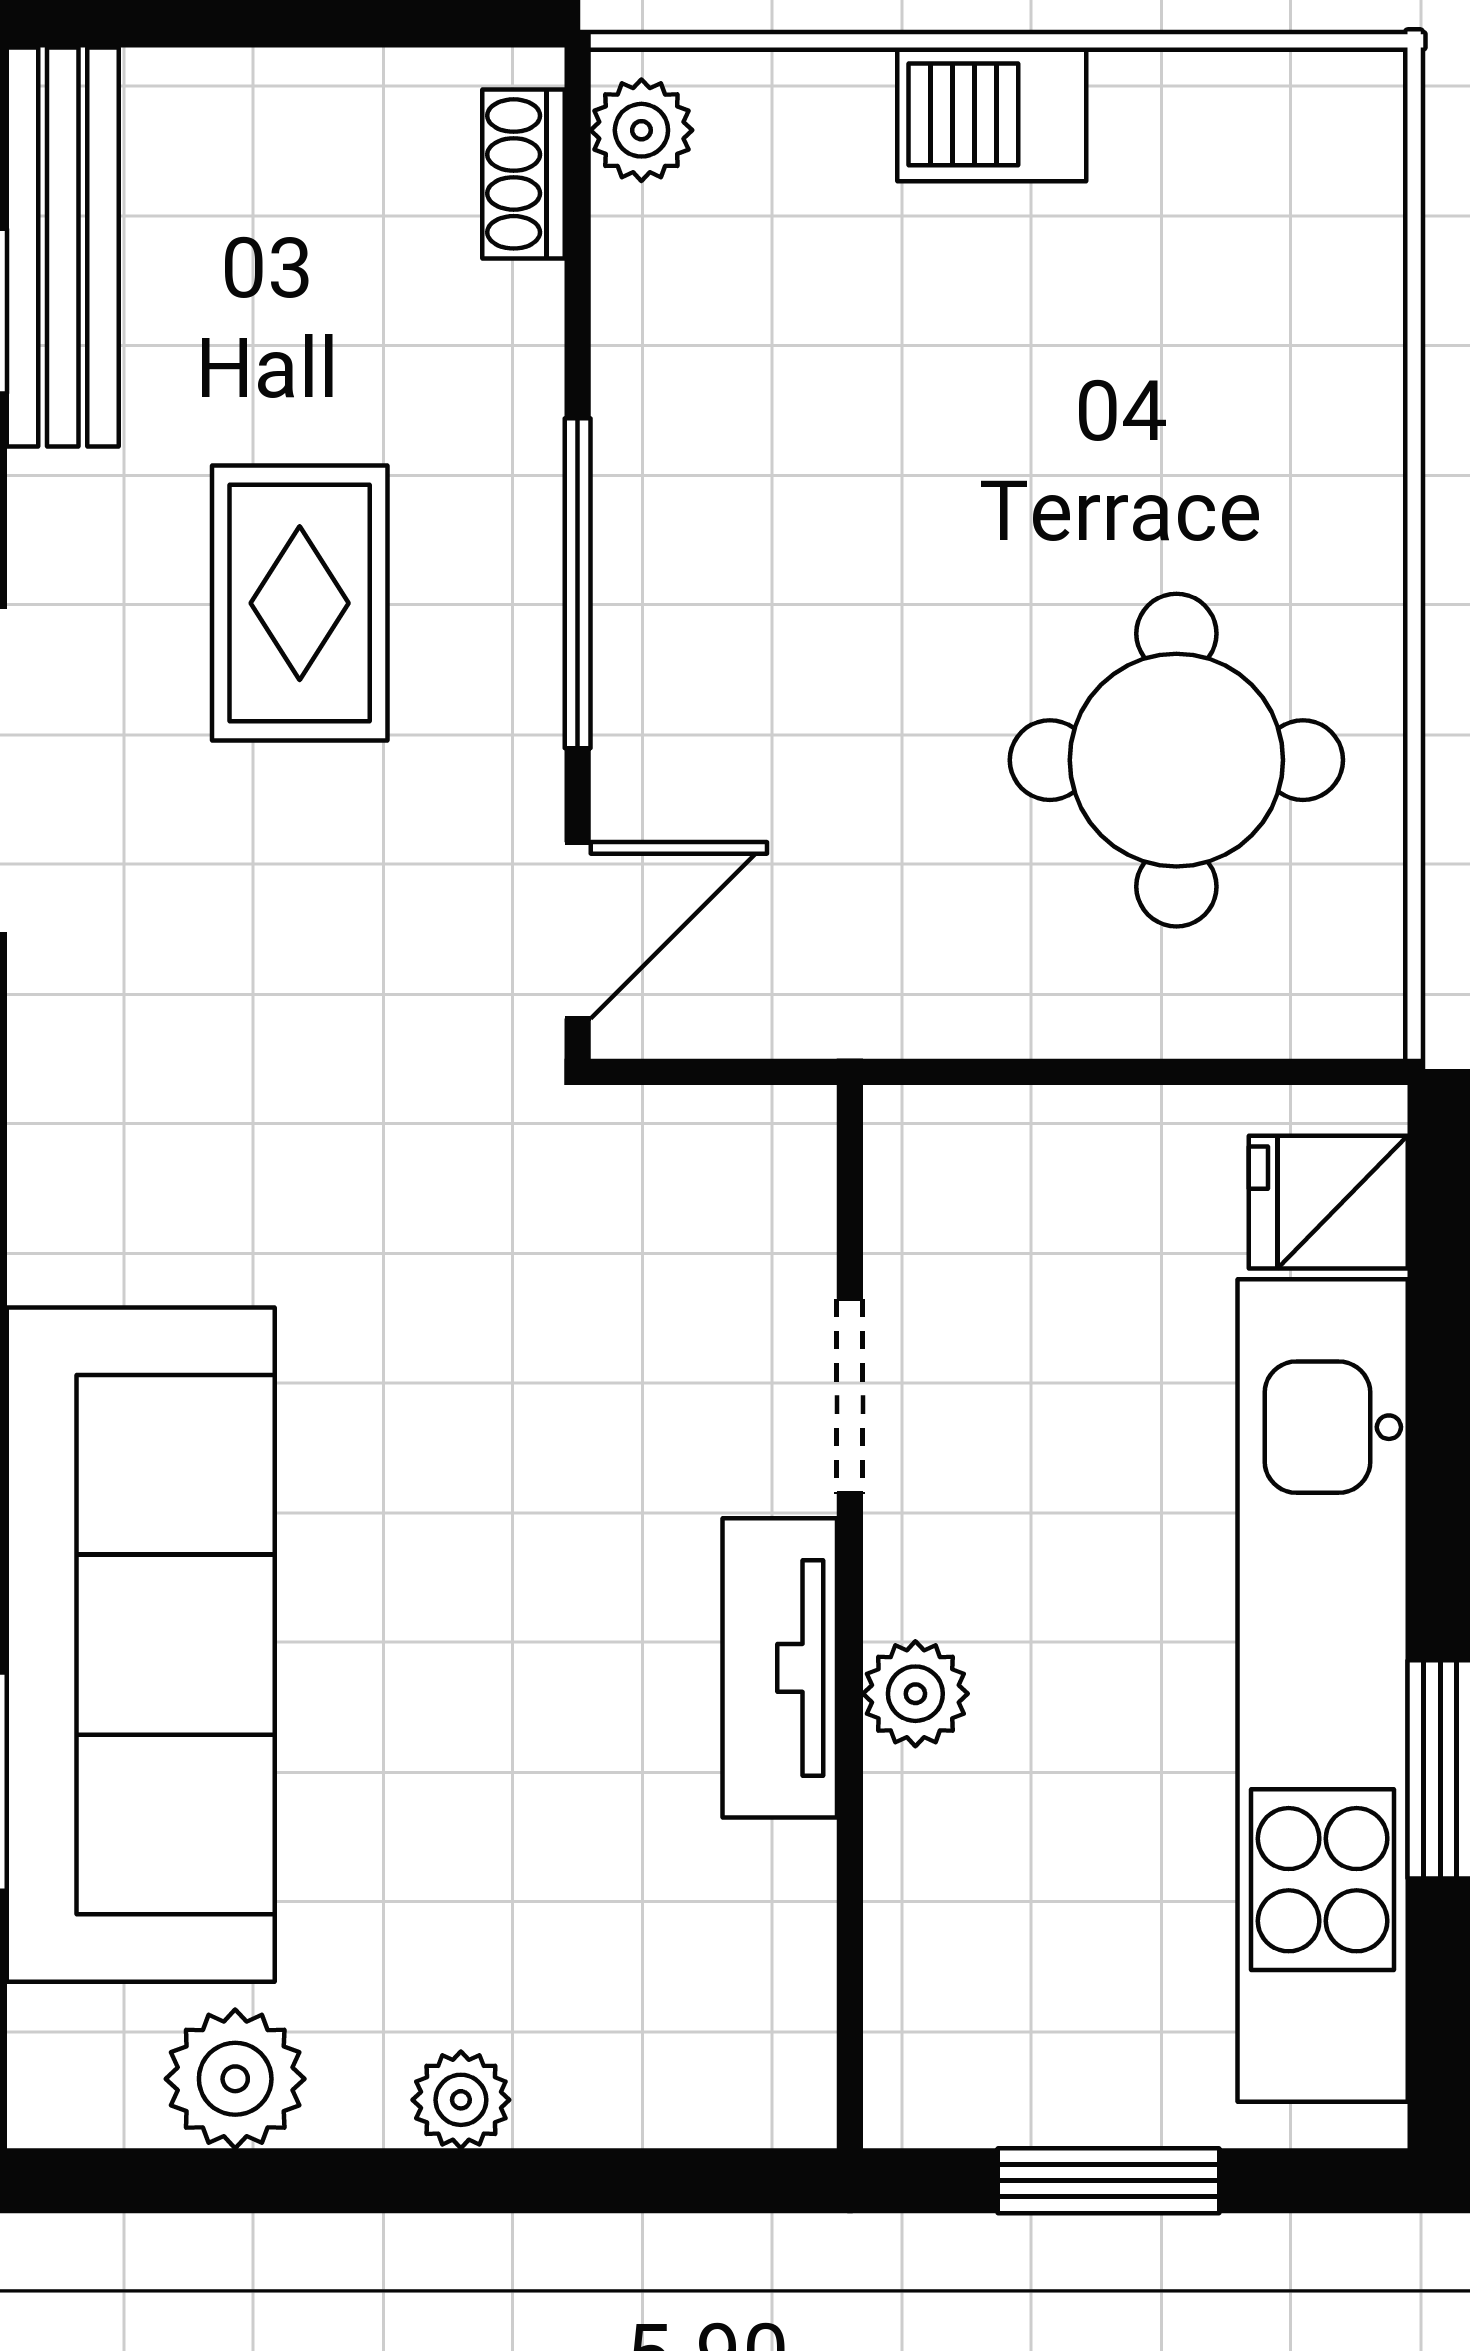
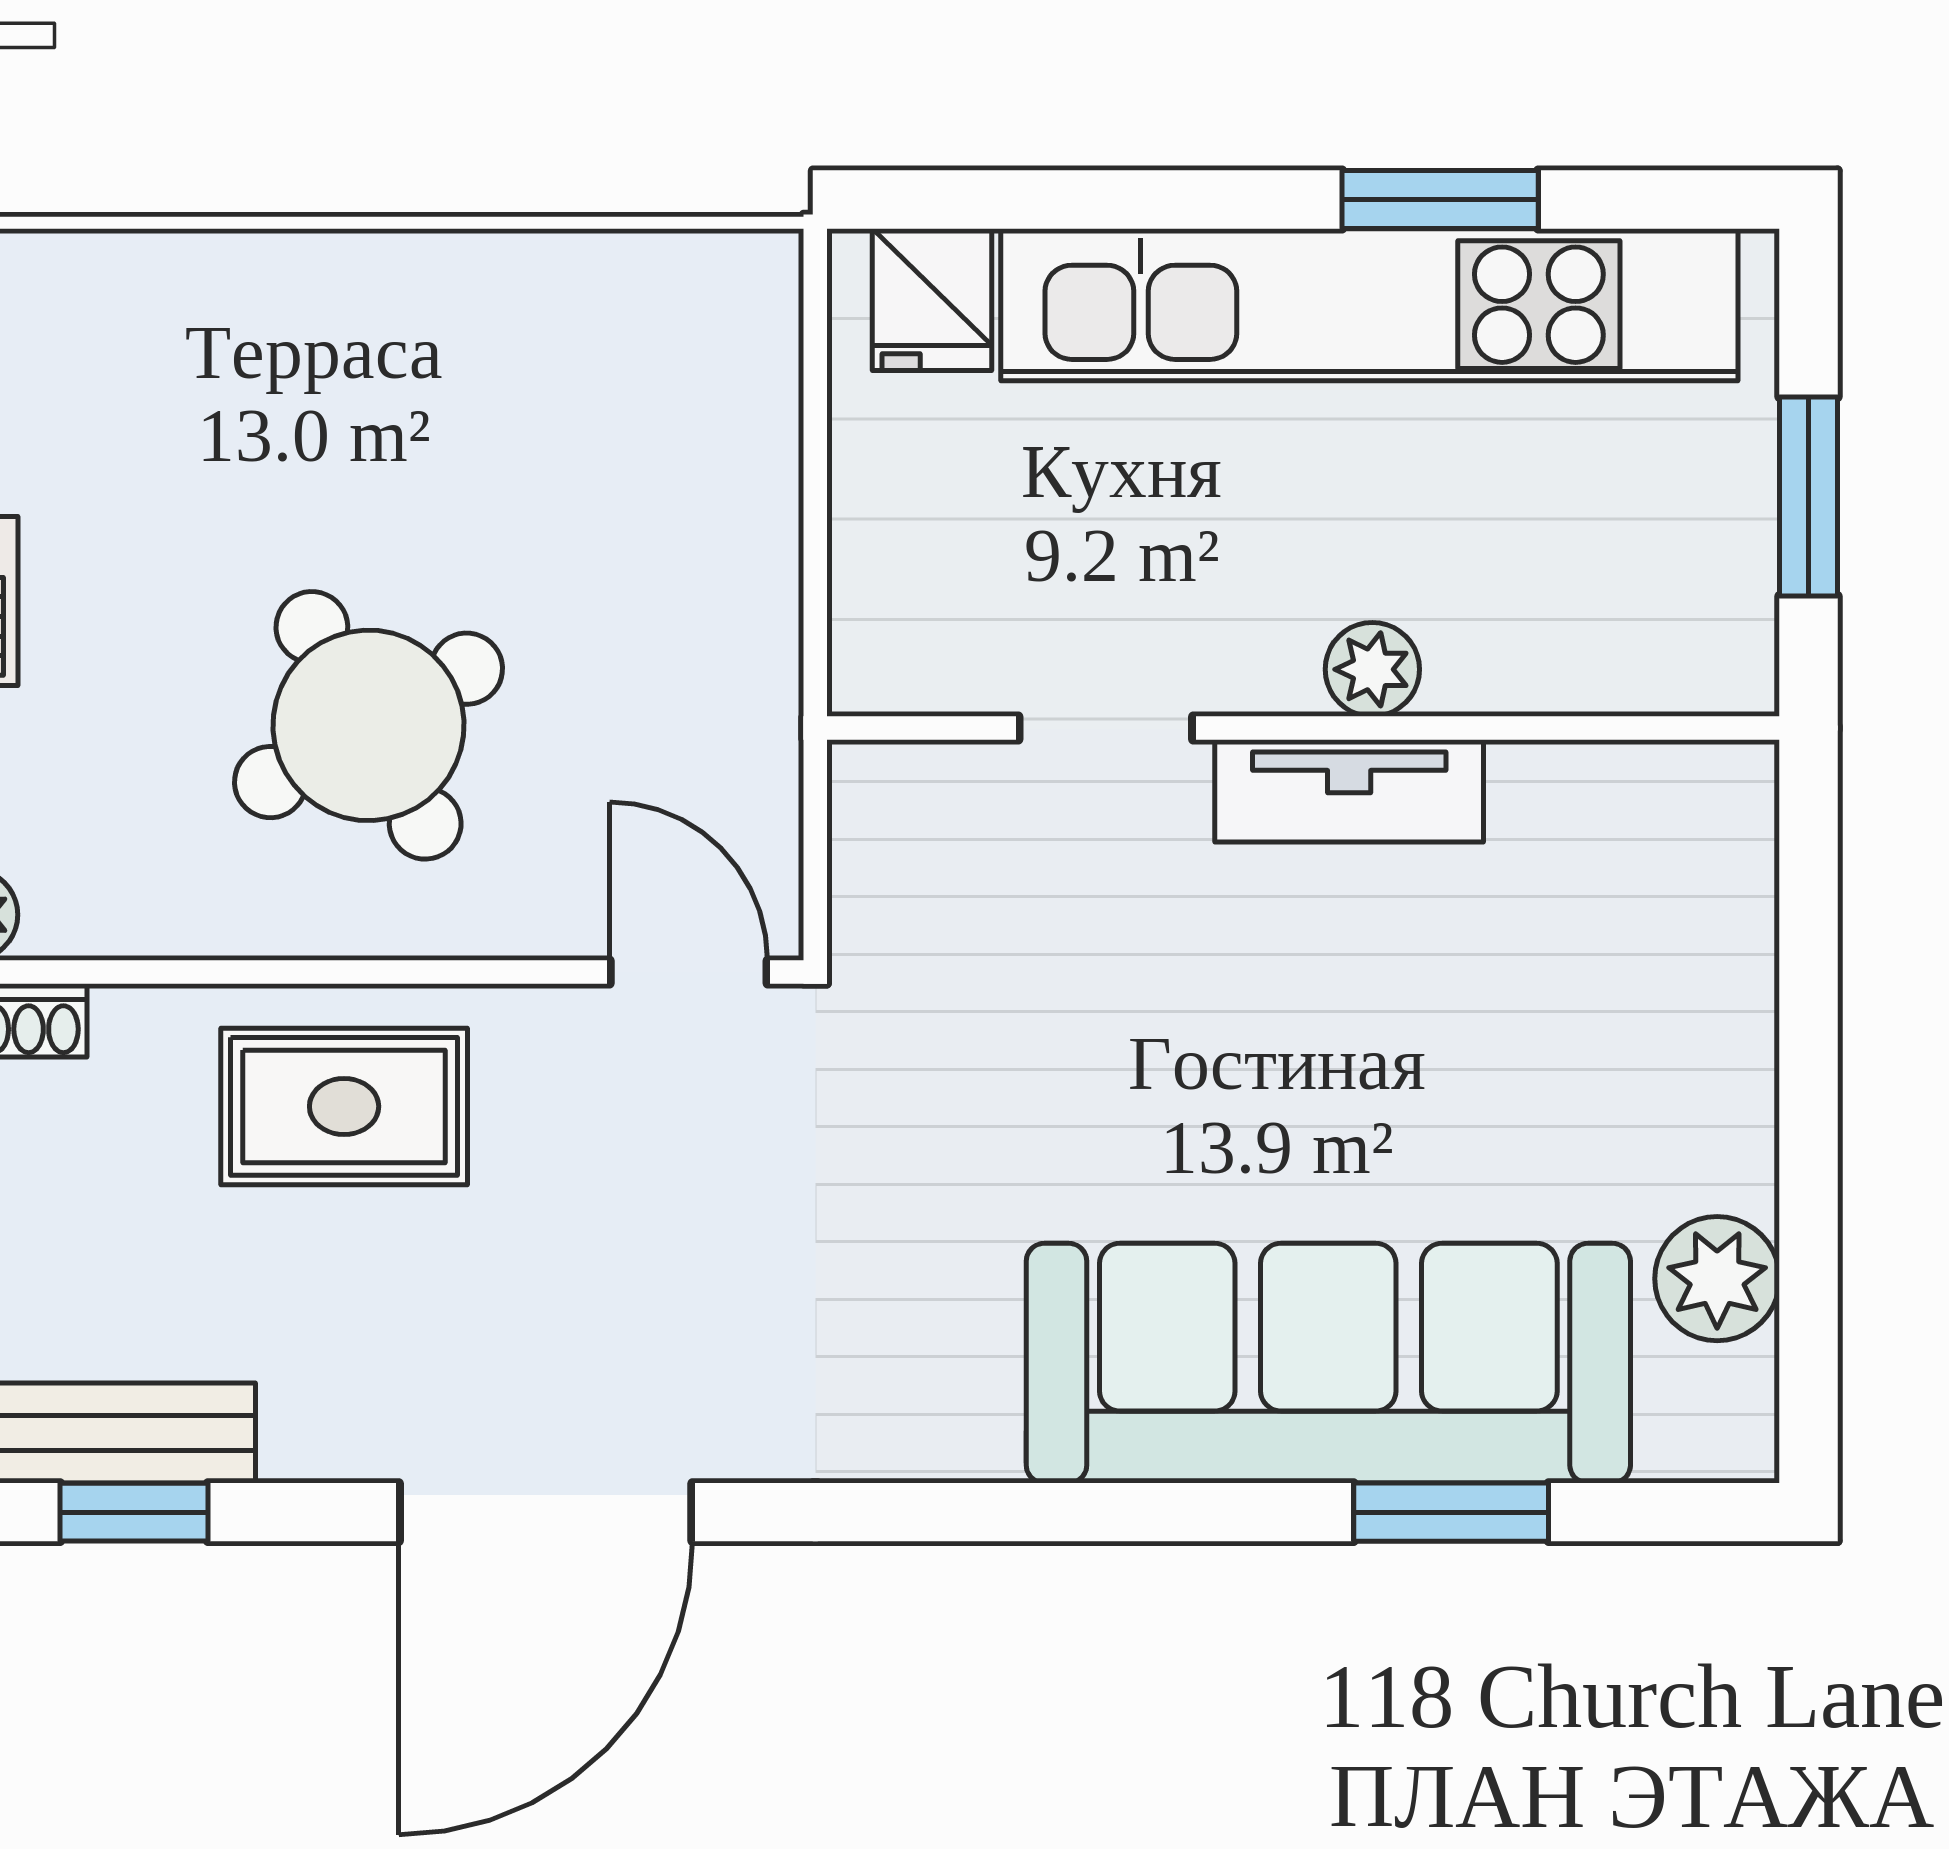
window: (578, 583) -> (378, 972), removed
rug: (300, 603) -> (344, 1106), moved
round table: (1176, 760) -> (369, 725), moved, turned -30
plant: (461, 2100) -> (1736, 1076), removed

